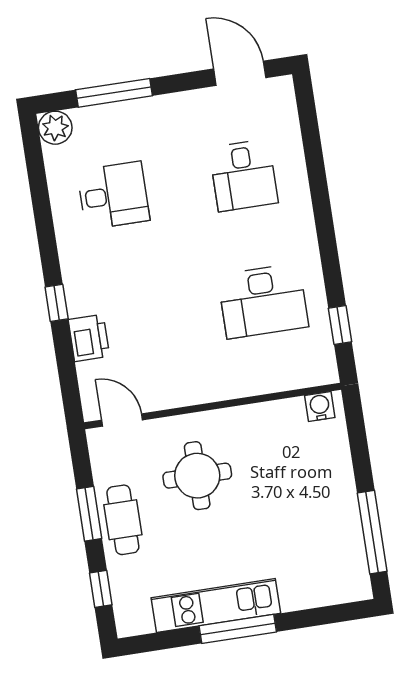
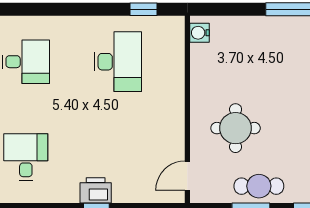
printer: (89, 338) -> (96, 190), moved

